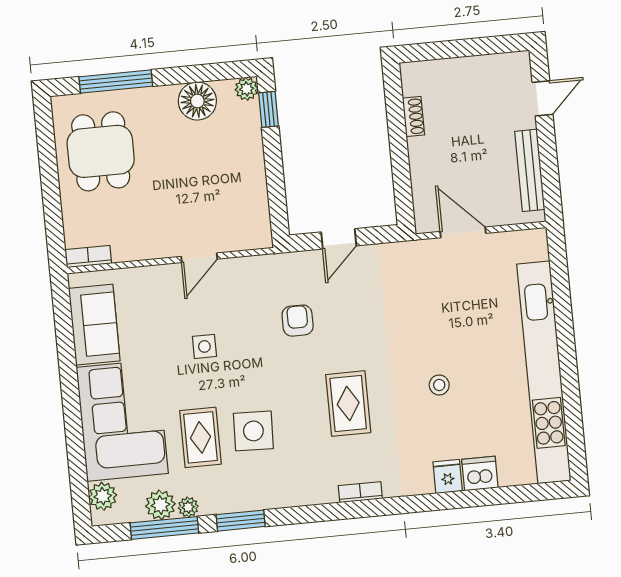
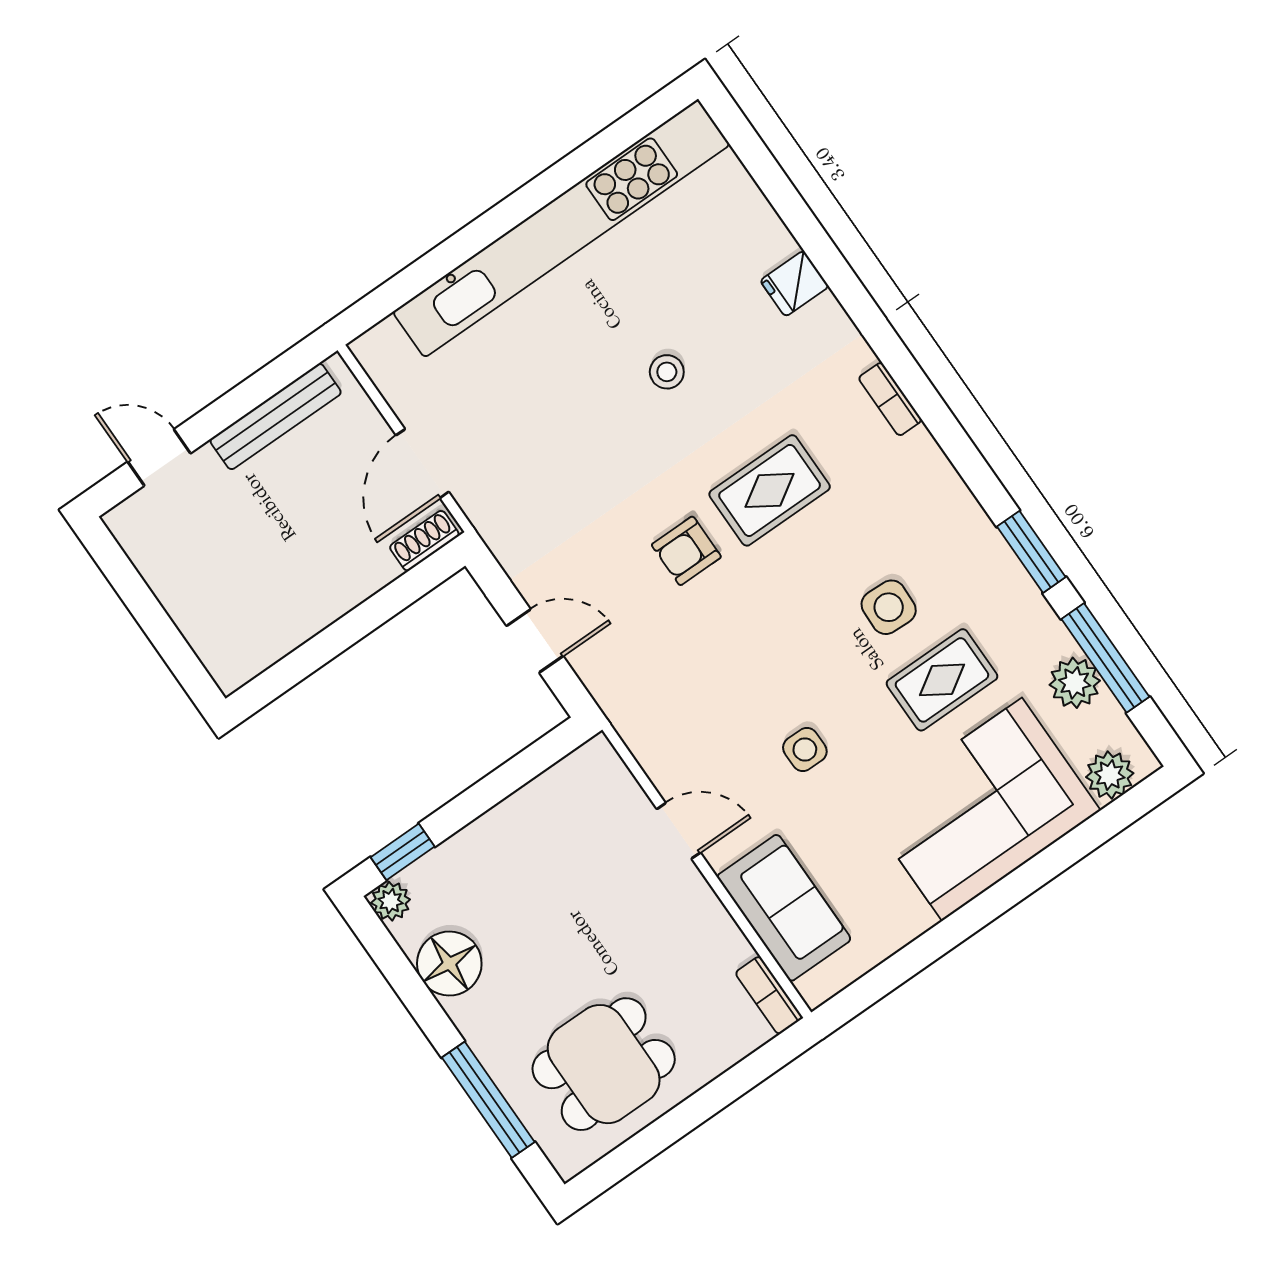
shoe rack: (413, 117) -> (424, 541), moved
armchair: (298, 321) -> (686, 551), moved
sofa: (94, 325) -> (784, 908), moved, turned 90
side table: (253, 431) -> (889, 607), width x0.73, depth x0.73
dishwasher: (480, 473) -> (763, 239), removed
plant: (188, 507) -> (1055, 640), removed

